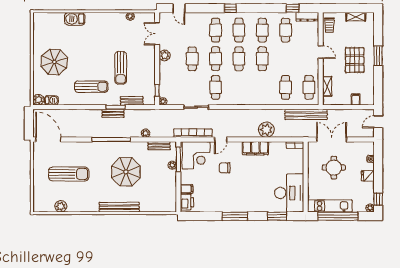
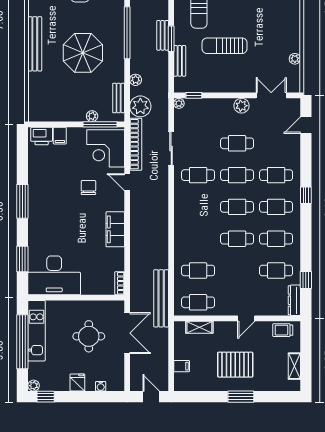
plant: (266, 130) -> (140, 106), moved

